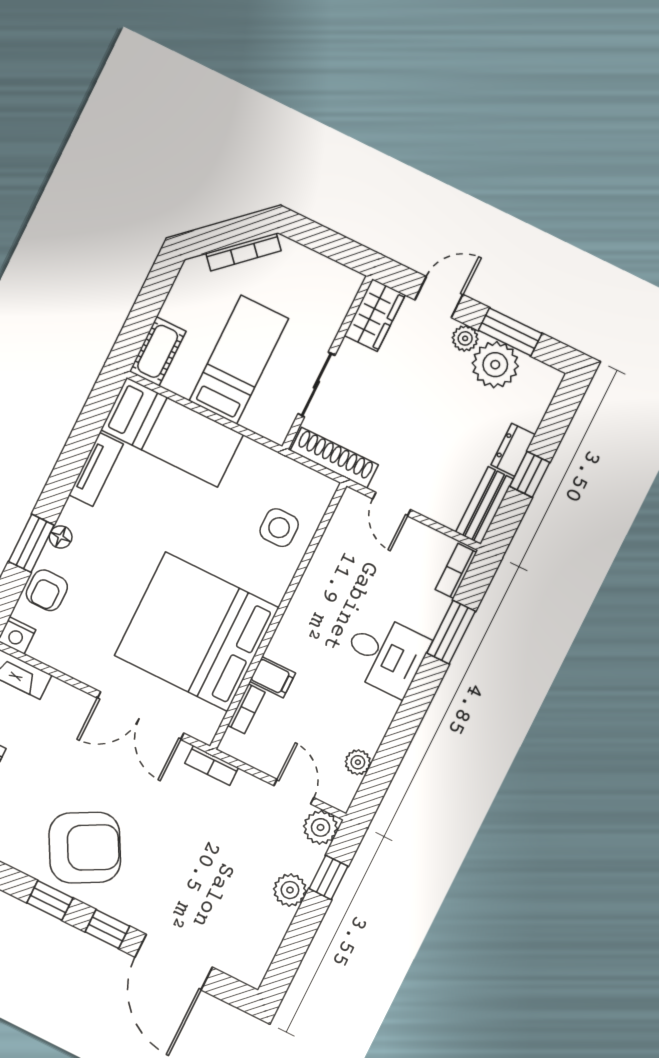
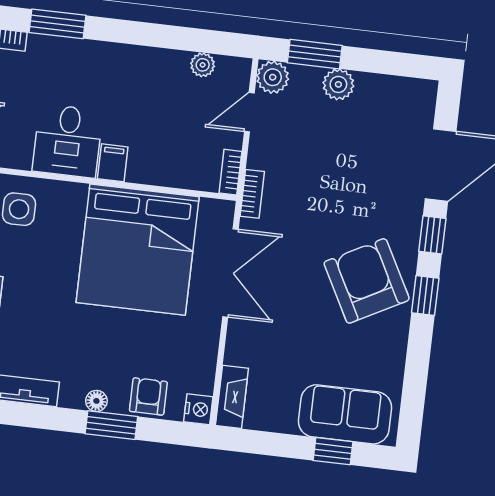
armchair: (47, 590) -> (148, 396), turned -90
desk: (385, 654) -> (68, 141), moved, turned 180
filing cabinet: (272, 677) -> (113, 163), moved
bookcase: (246, 709) -> (230, 172), moved, turned -90
window: (329, 877) -> (315, 54), width x1.50

